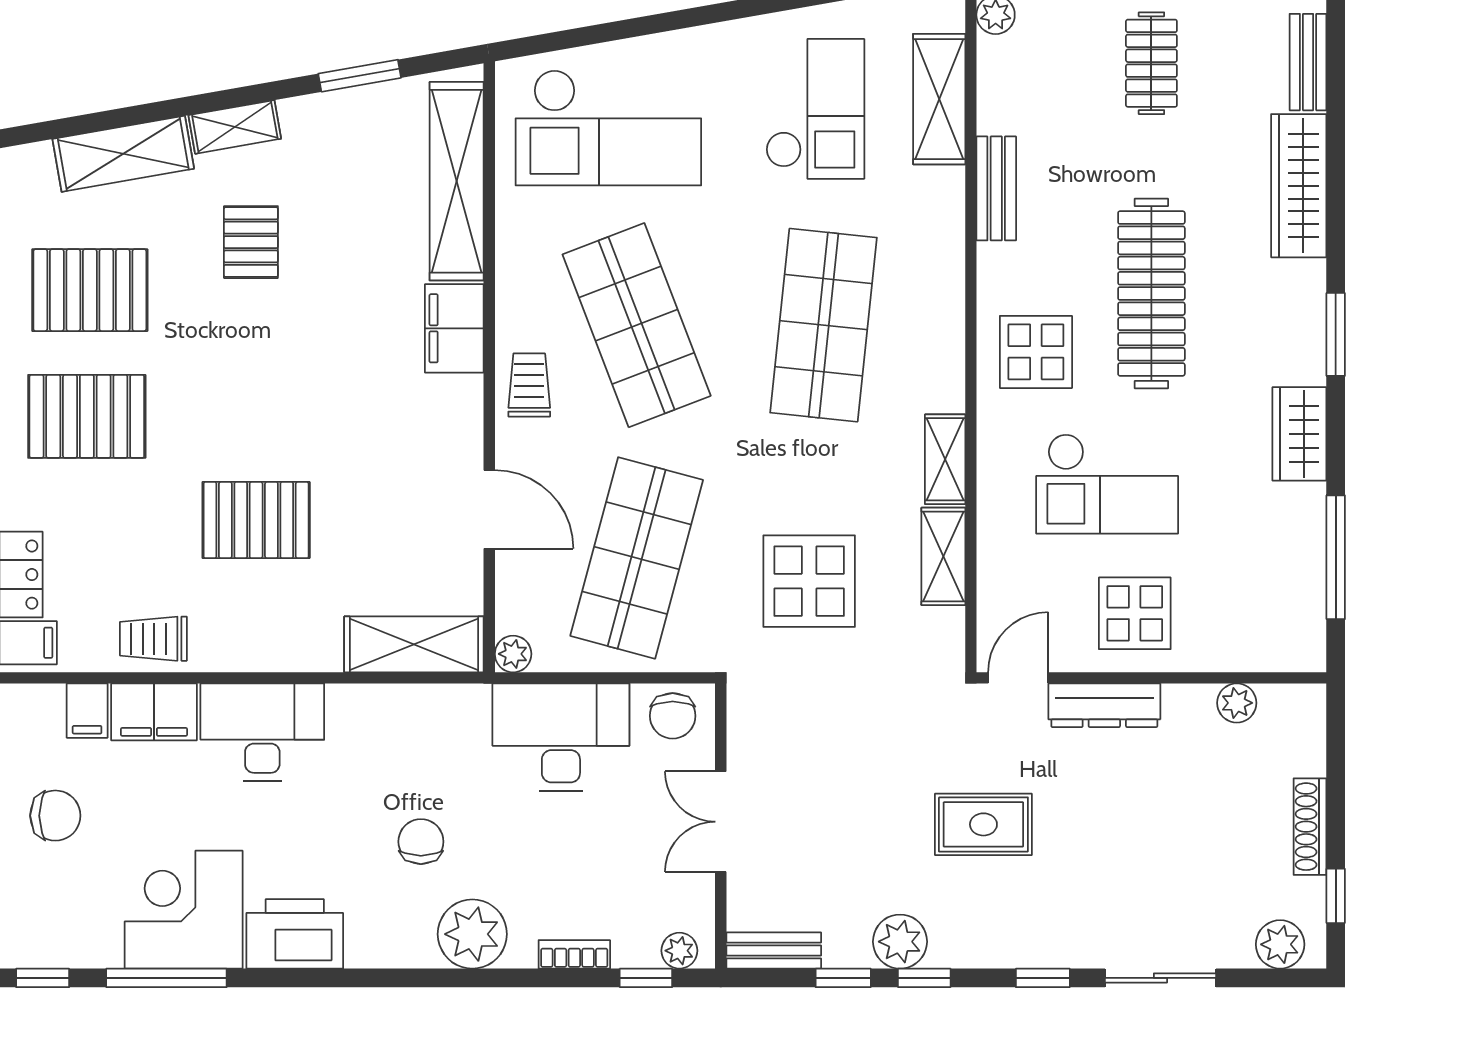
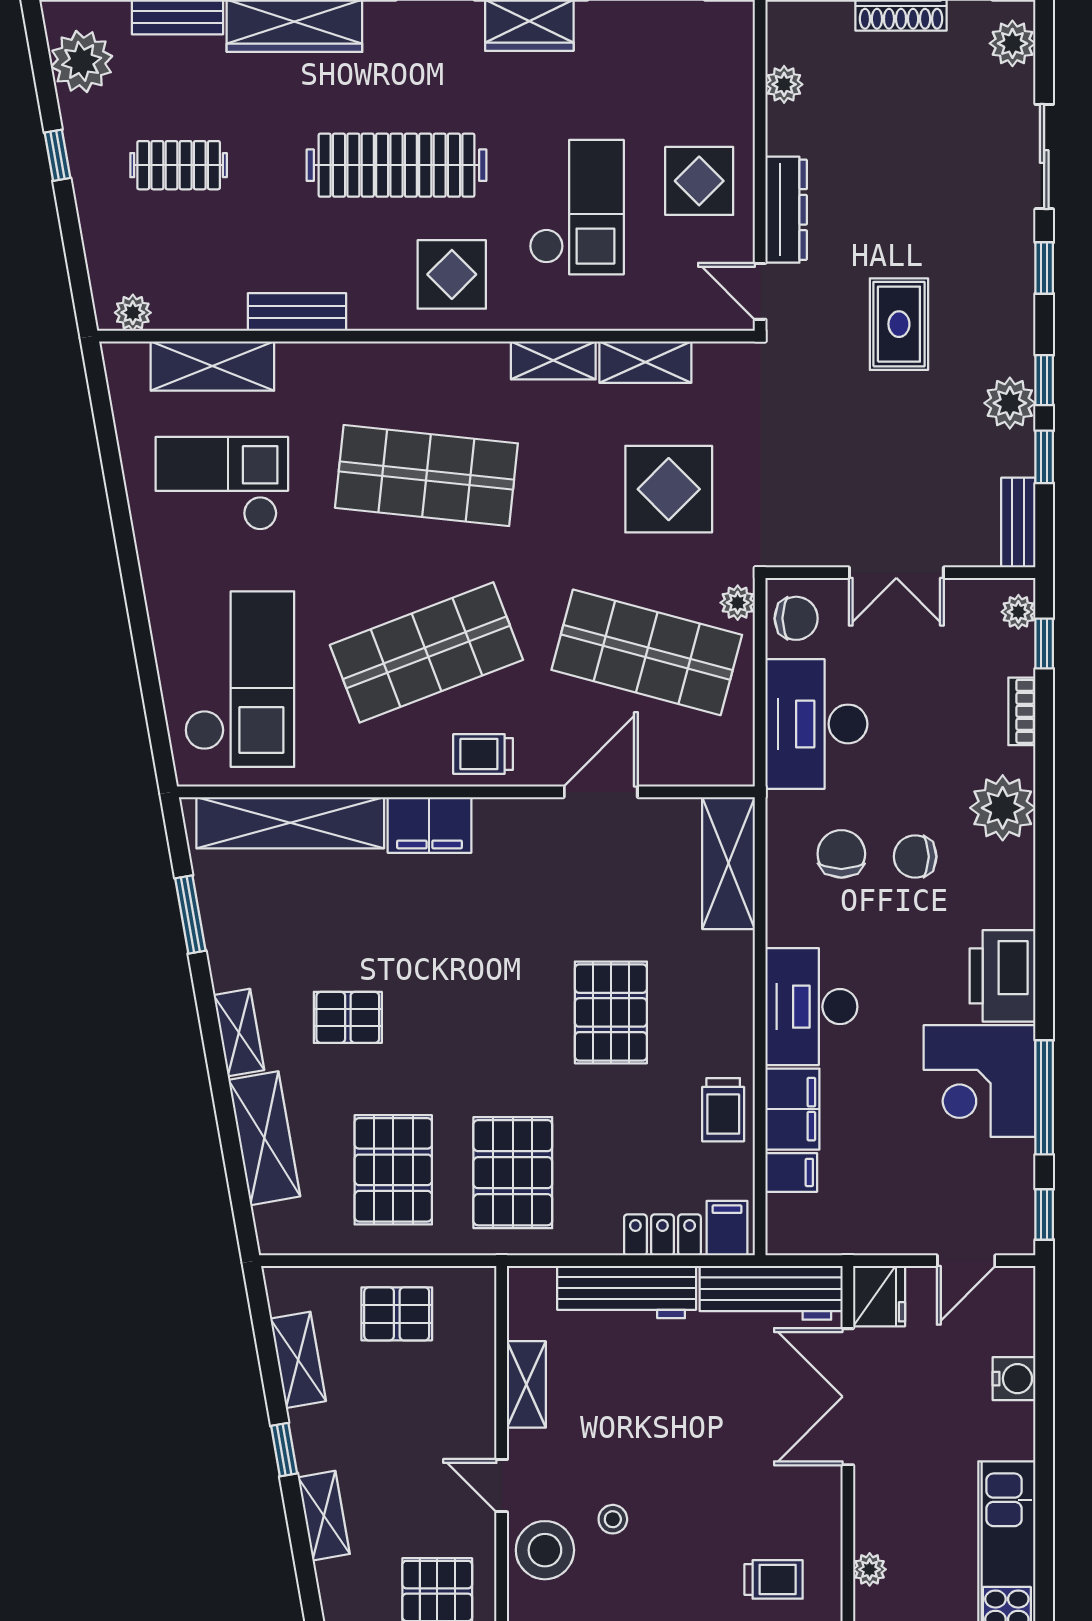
plant: (513, 654) -> (738, 603), moved
chair: (55, 816) -> (841, 854), moved

